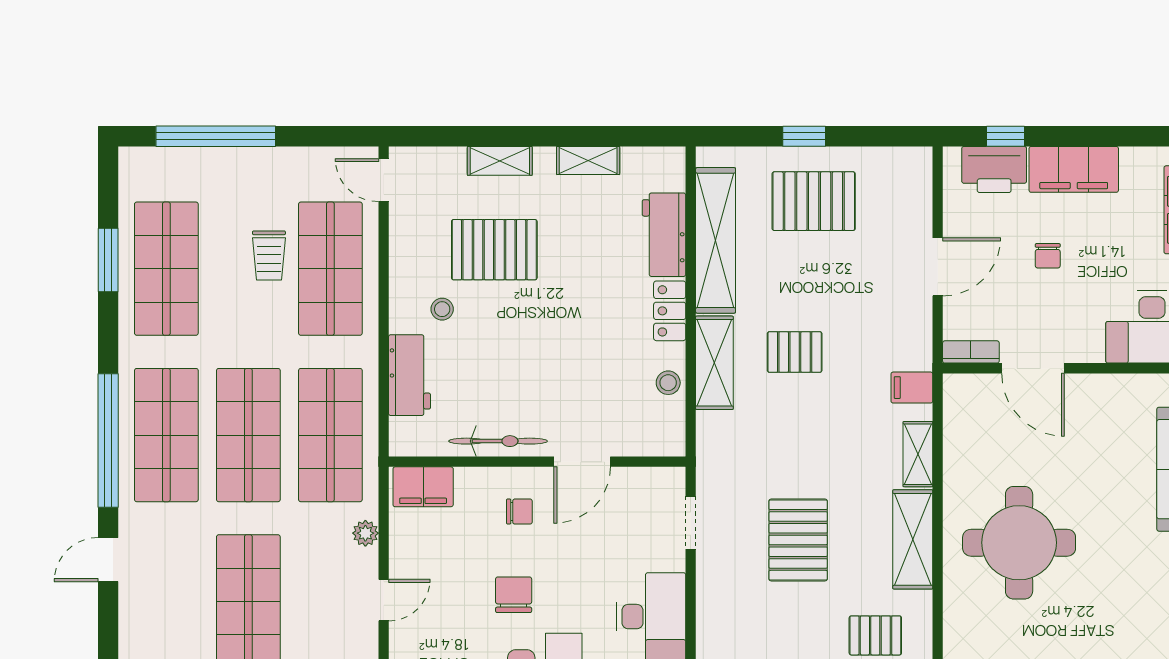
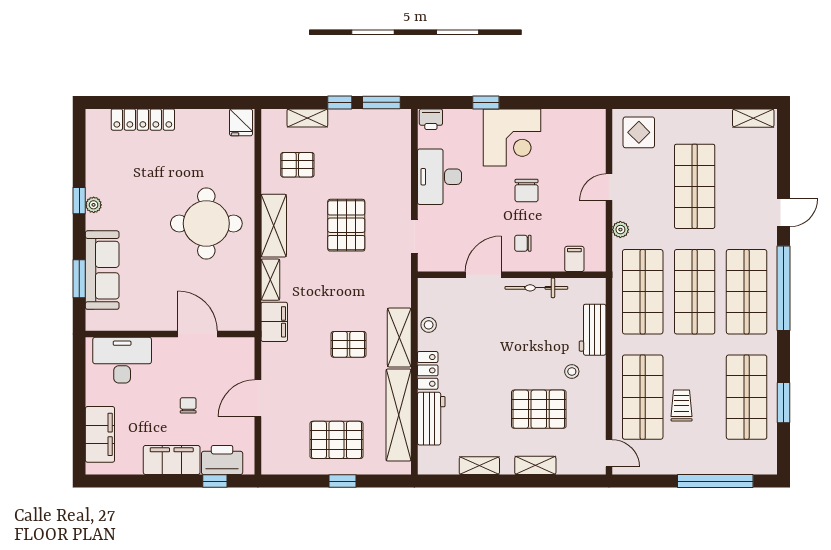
bookcase: (971, 352) -> (237, 344), removed
filing cabinet: (912, 388) -> (274, 322), width x2.00
filing cabinet: (423, 487) -> (574, 259), width x0.50

